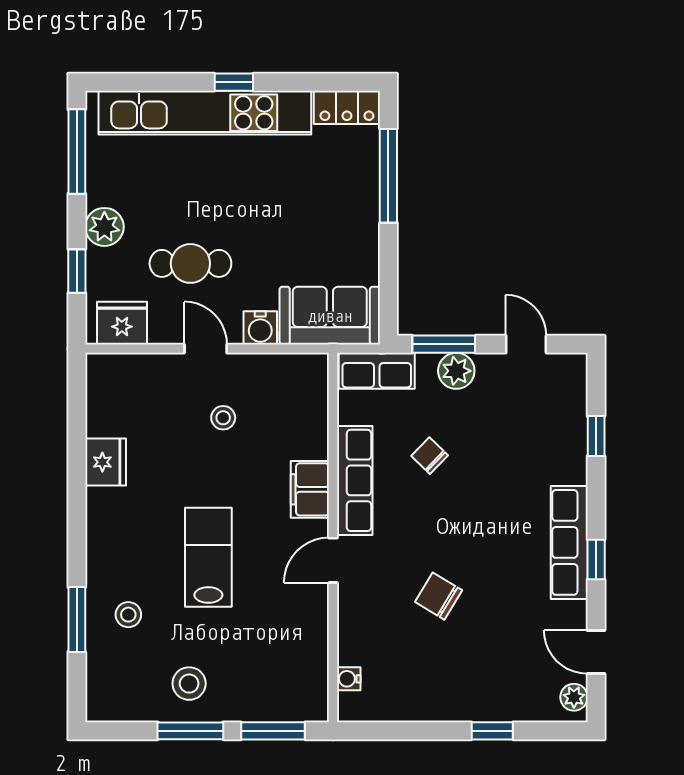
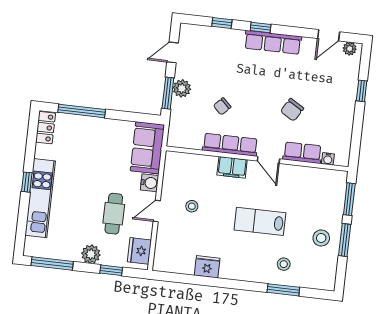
kitchen unit: (205, 113) -> (40, 198), width x0.73
row of seats: (377, 371) -> (302, 153), moved, turned -90
window: (596, 560) -> (261, 27), moved

